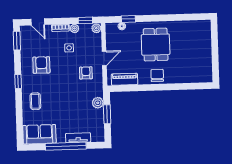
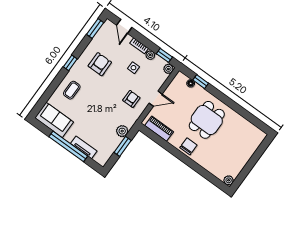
plant: (208, 78) -> (229, 180), added

